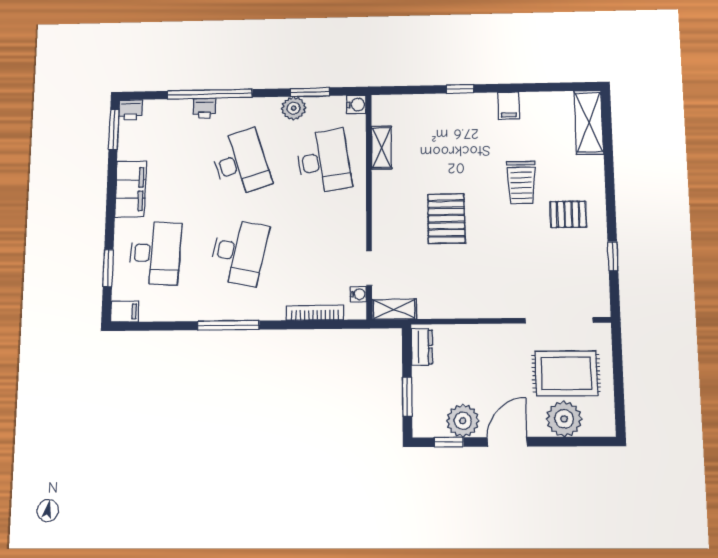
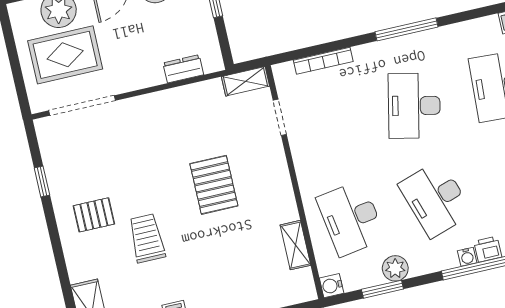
water cooler: (358, 294) -> (467, 257), moved, turned -90
dresser: (422, 347) -> (183, 69), moved, turned 90

